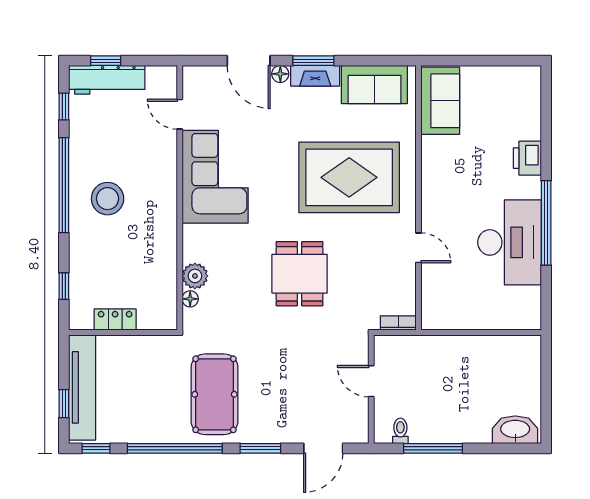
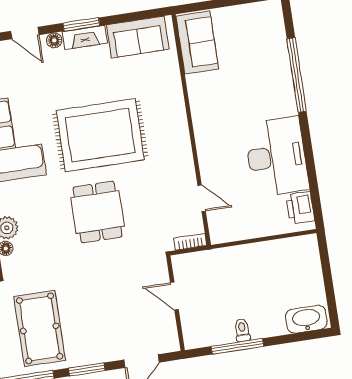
door: (249, 61) -> (25, 33), width x0.73
printer: (527, 158) -> (300, 208), moved
rug: (349, 177) -> (100, 135), moved
window: (546, 223) -> (297, 75), moved
door: (418, 248) -> (202, 198), moved
toilet: (400, 431) -> (242, 330), moved

